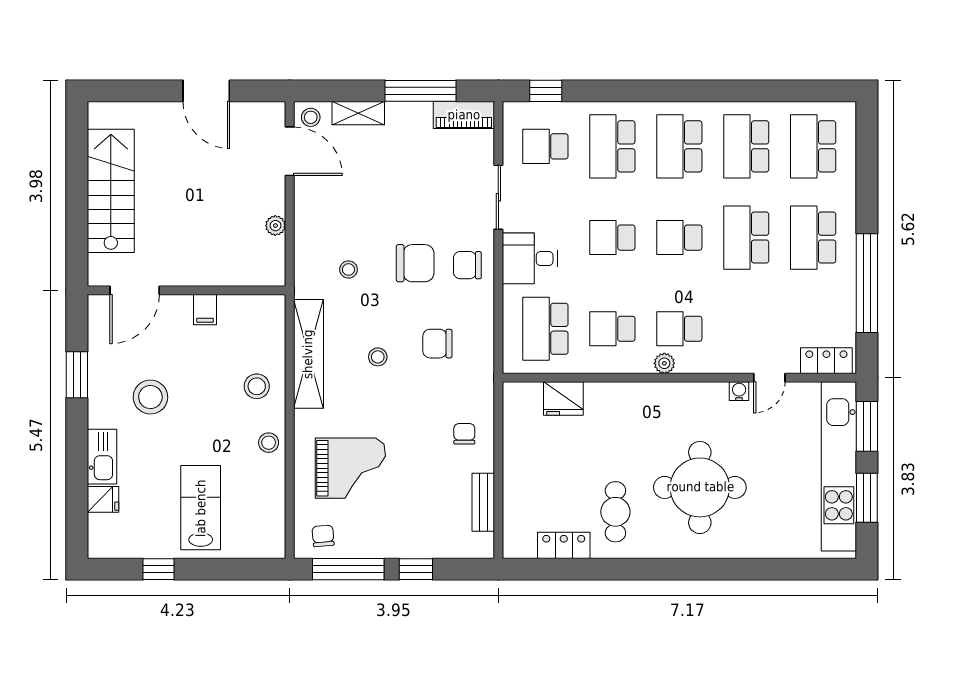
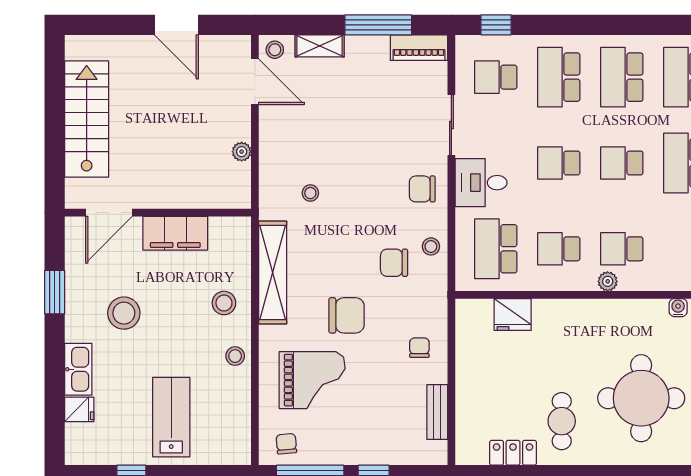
chair: (415, 263) -> (347, 315), moved
filing cabinet: (205, 310) -> (175, 233), width x3.00, depth x1.17
stool: (378, 357) -> (431, 246), moved

